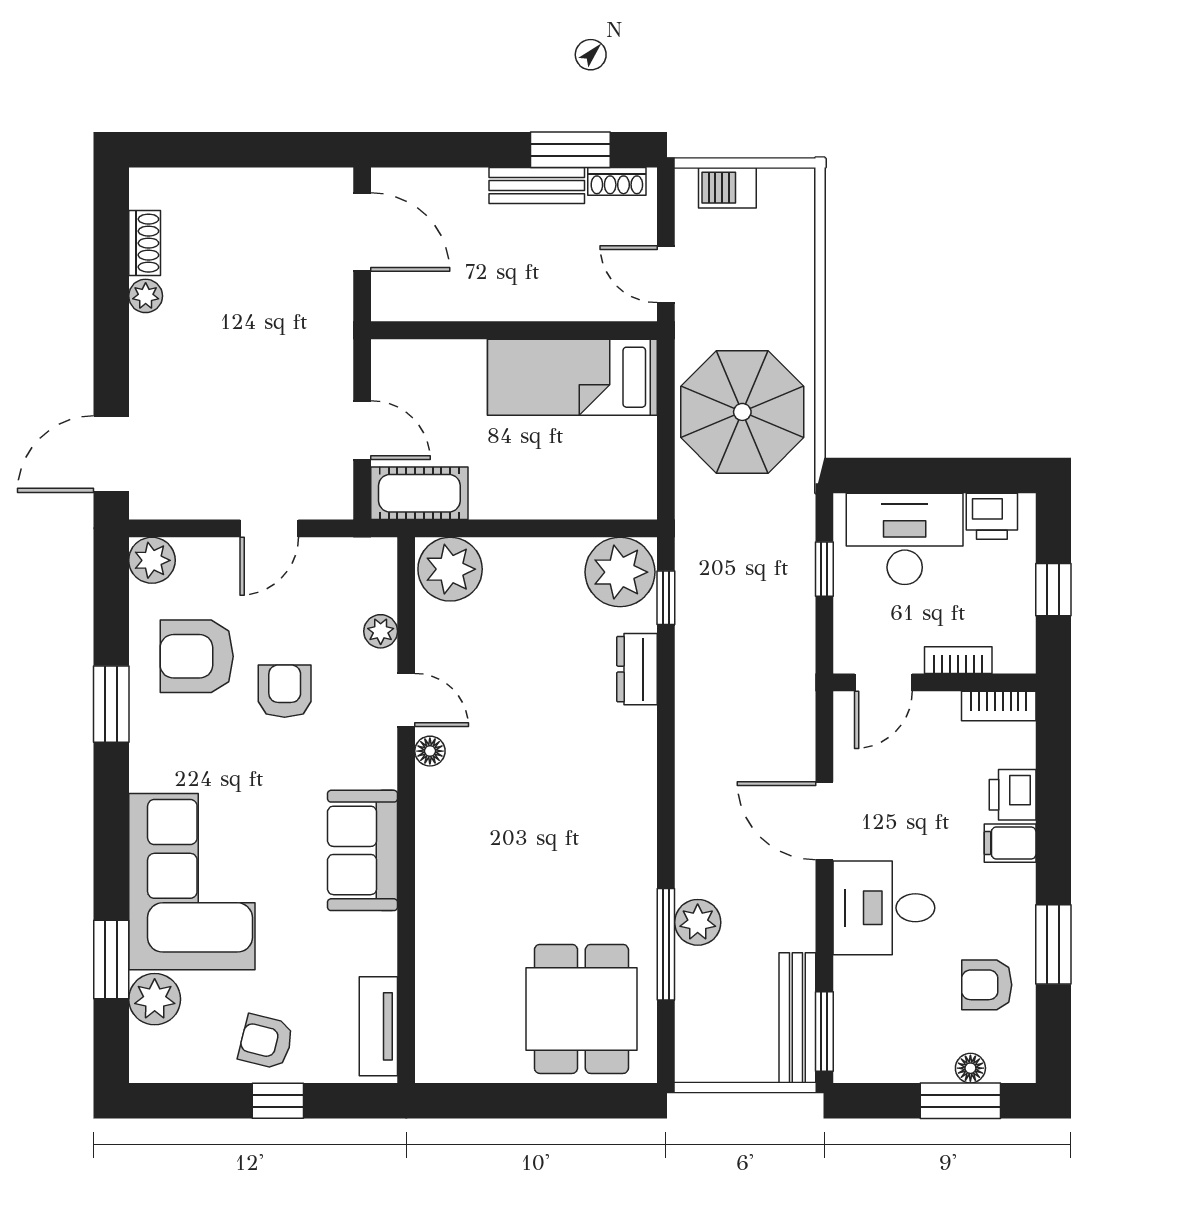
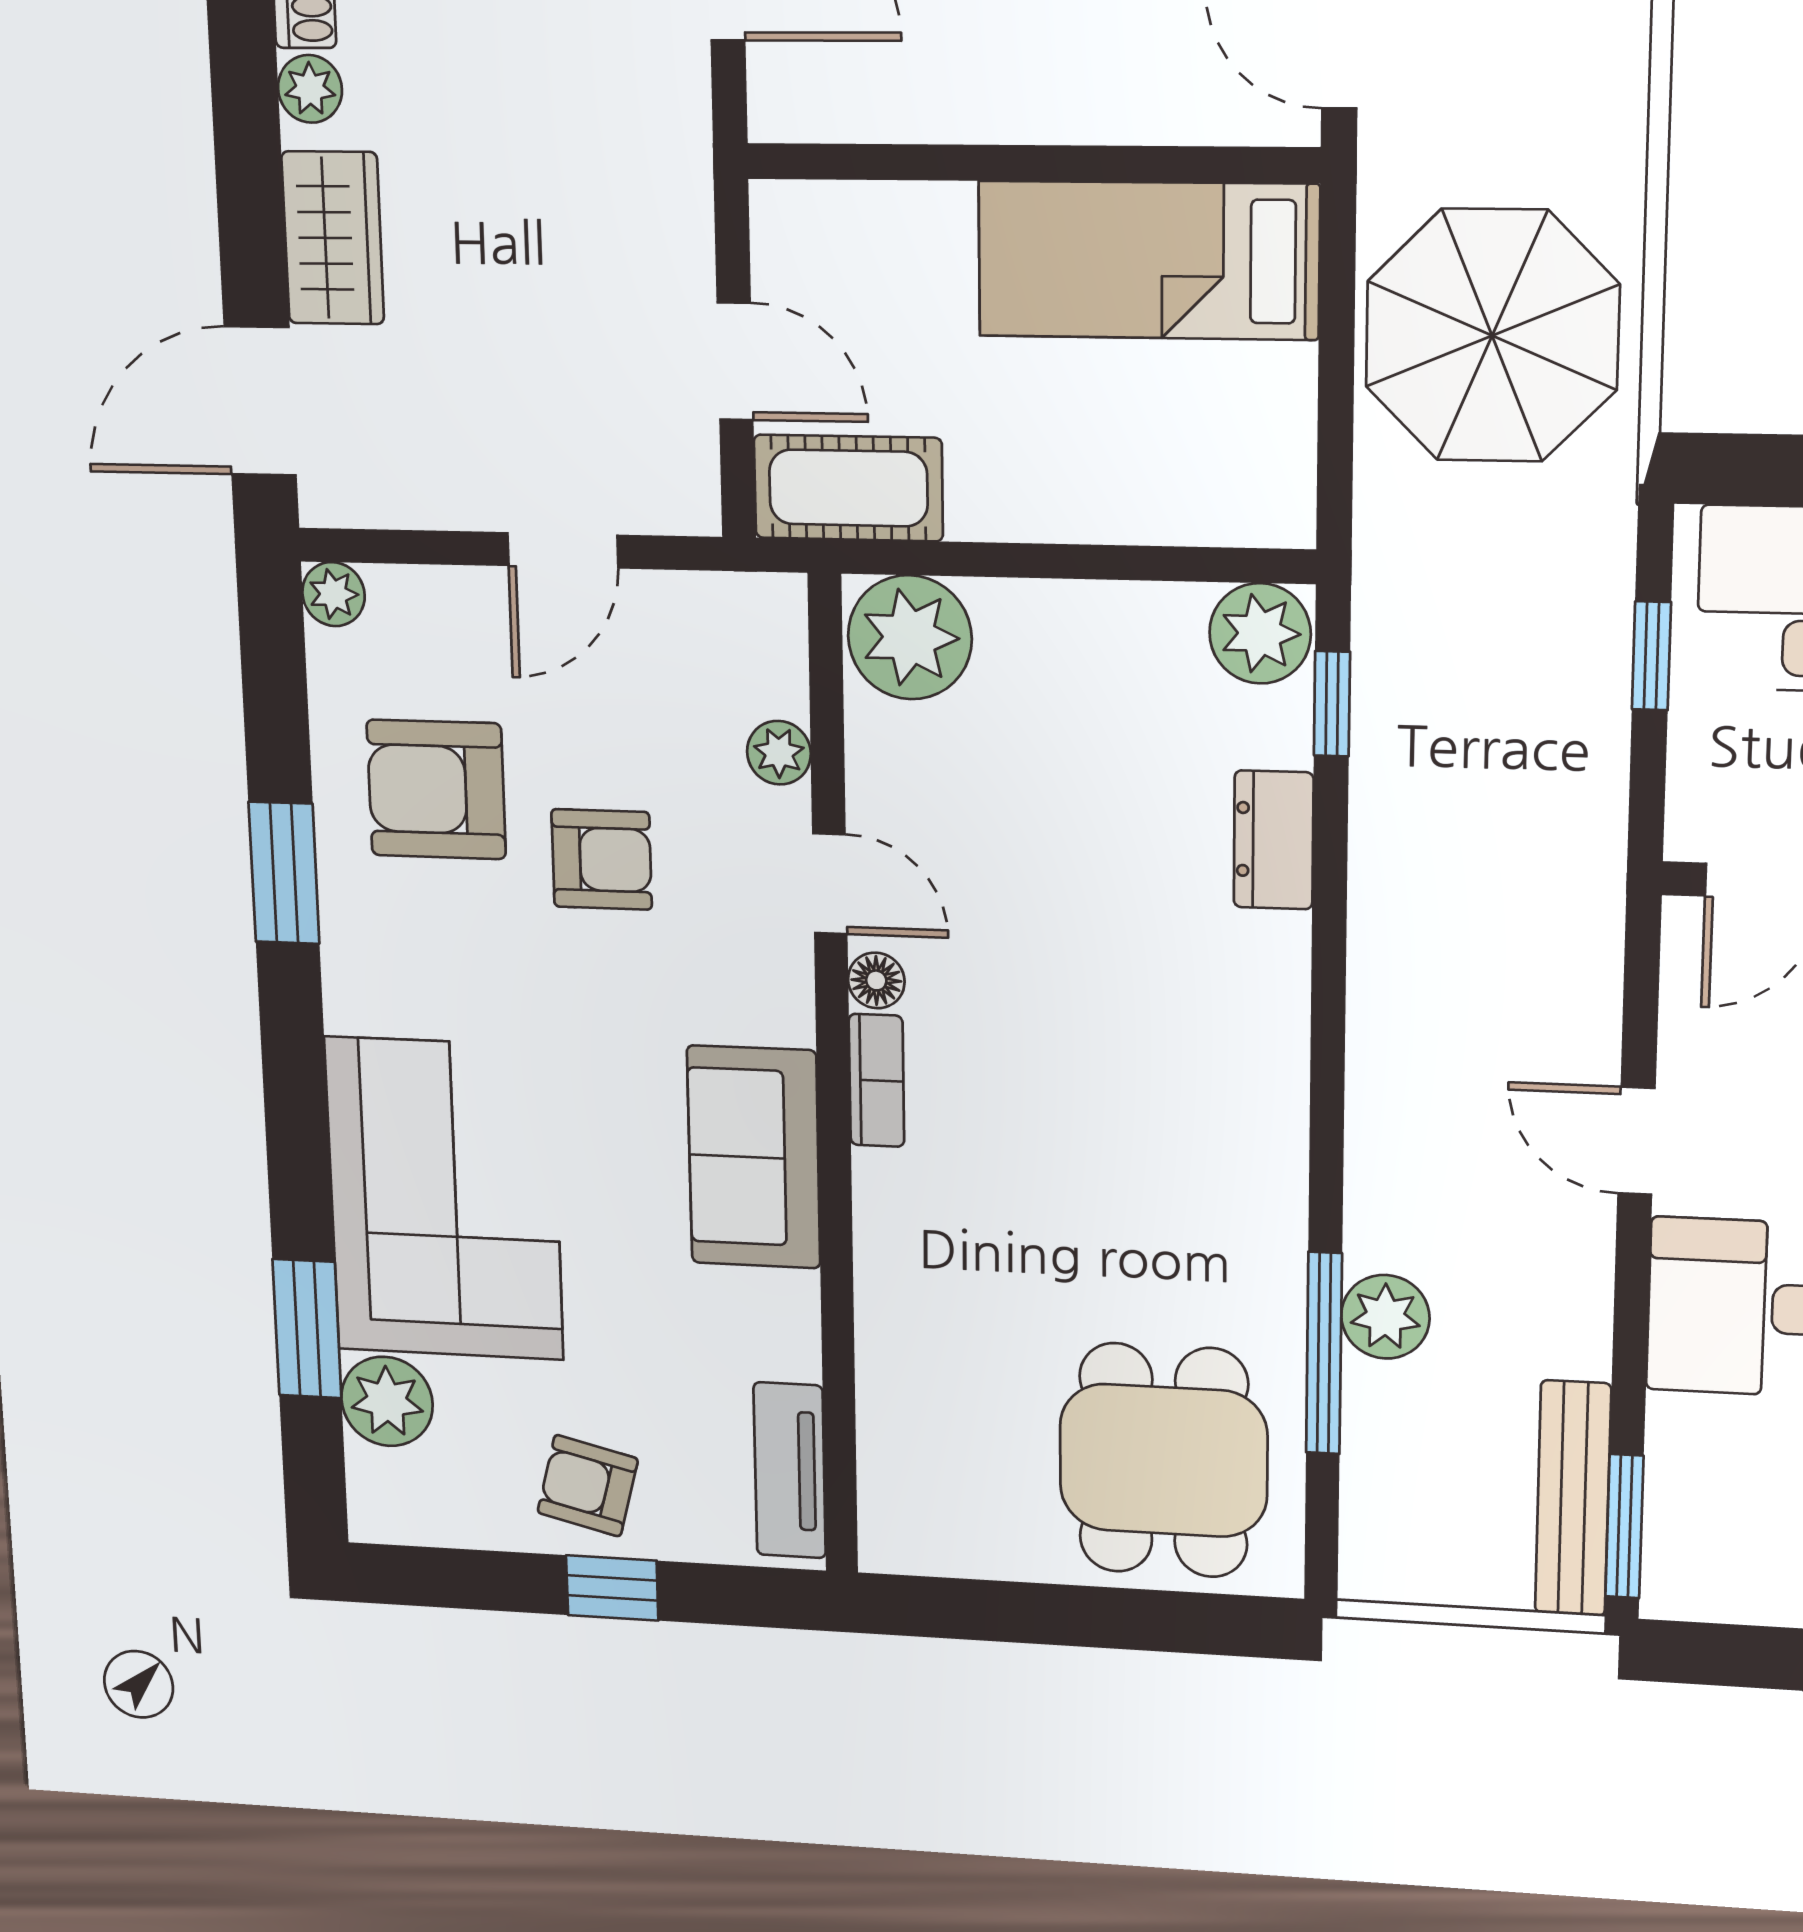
wardrobe: (154, 370) -> (333, 238), added
plant: (152, 560) -> (334, 594), width x0.73, depth x0.73
plant: (620, 572) -> (1260, 633), width x0.73, depth x0.73
armchair: (285, 691) -> (602, 859), turned 90
bookcase: (429, 805) -> (876, 1080), added
door: (824, 821) -> (1636, 1141), width x0.73

